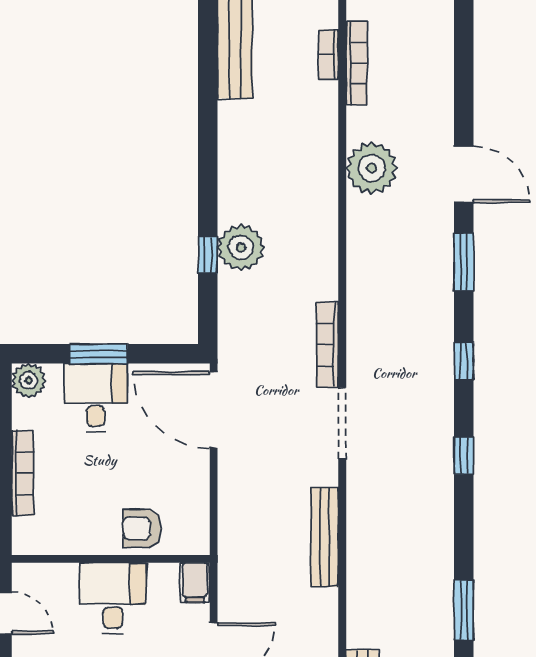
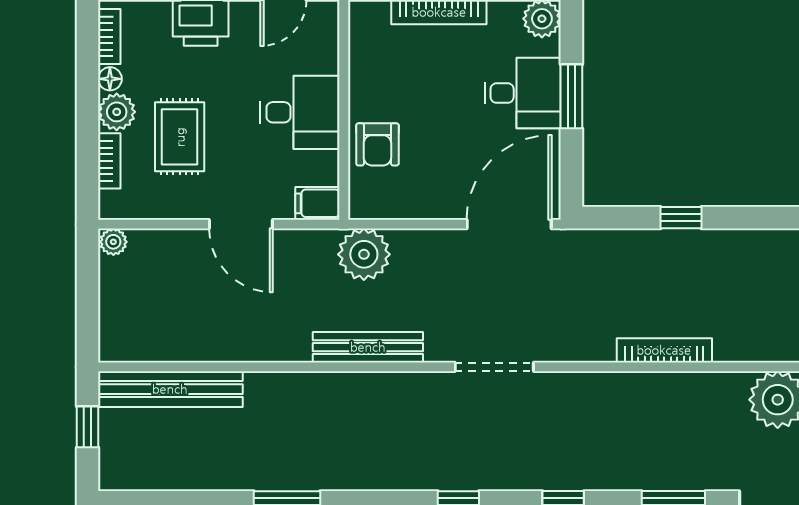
plant: (241, 248) -> (364, 254), moved
bookcase: (327, 345) -> (664, 350), moved
armchair: (142, 529) -> (377, 144), turned 180

